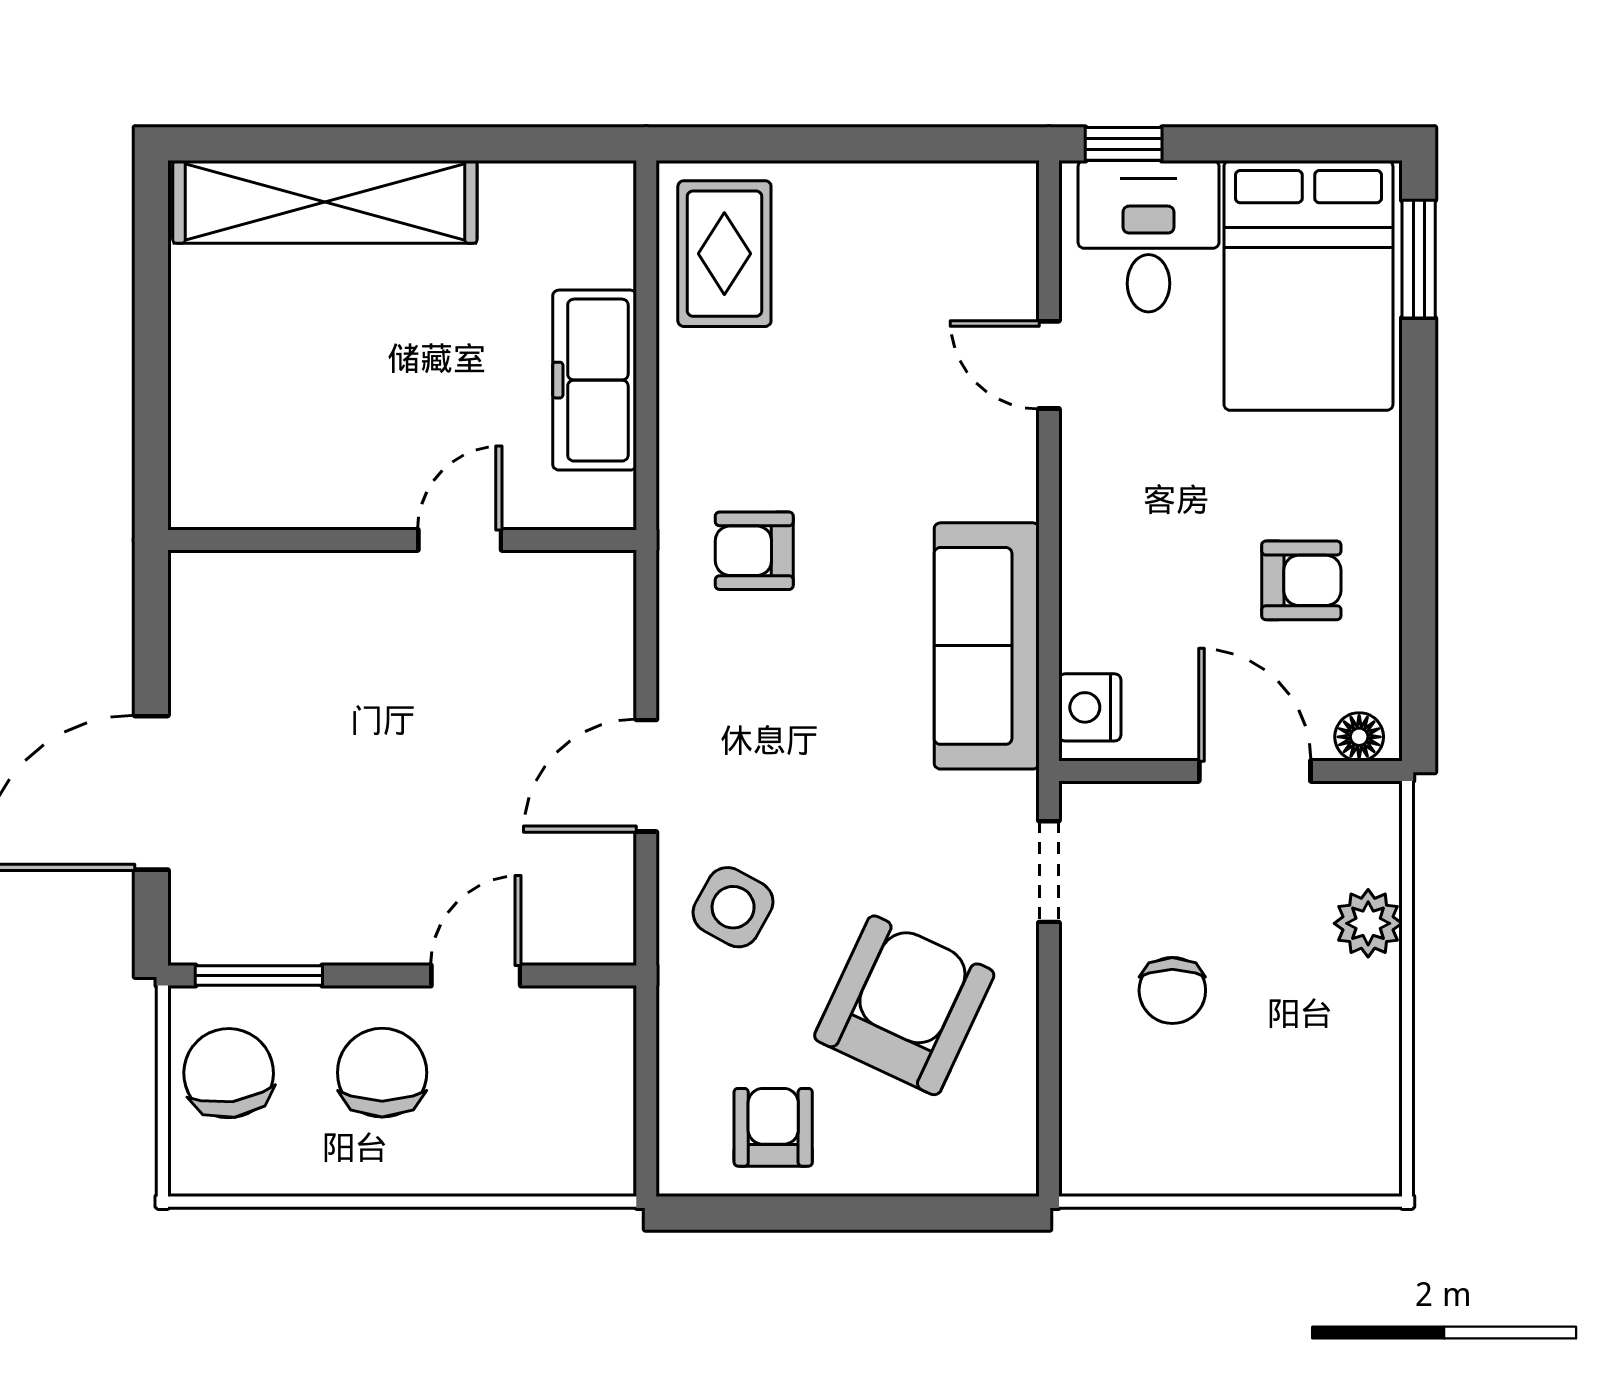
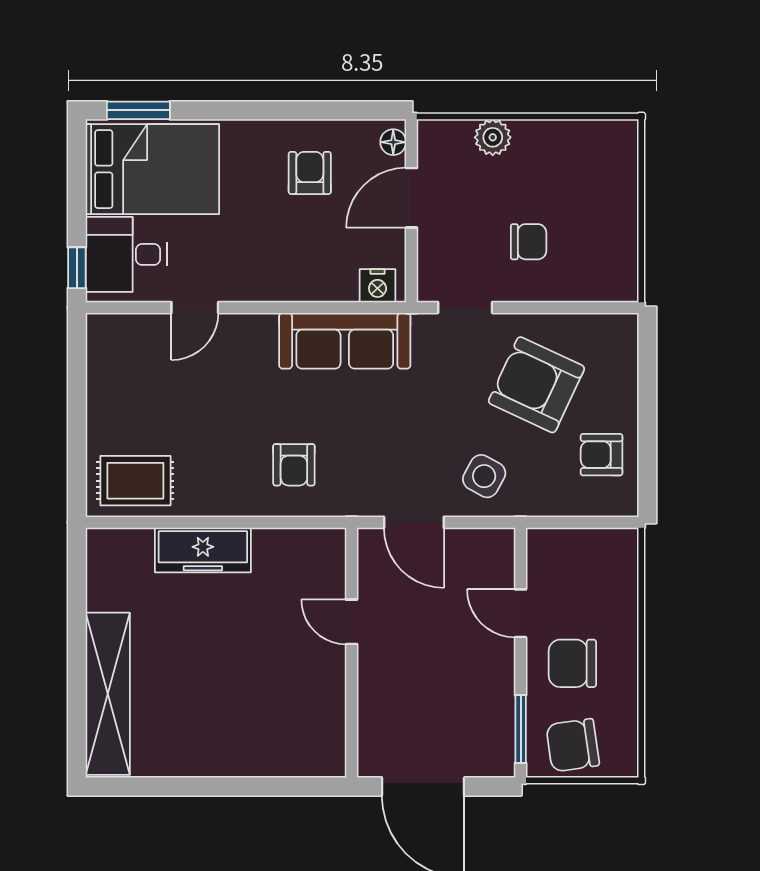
wall: (402, 540) -> (352, 653), moved
door: (460, 540) -> (352, 622), moved

